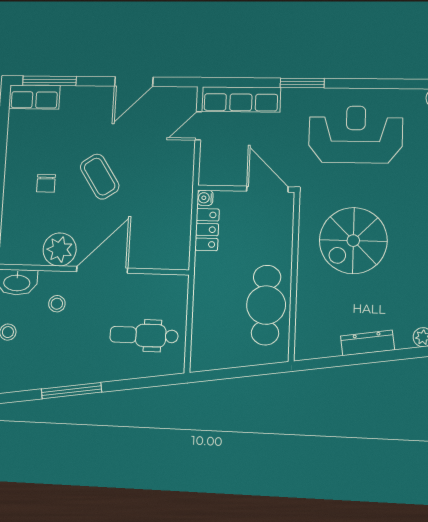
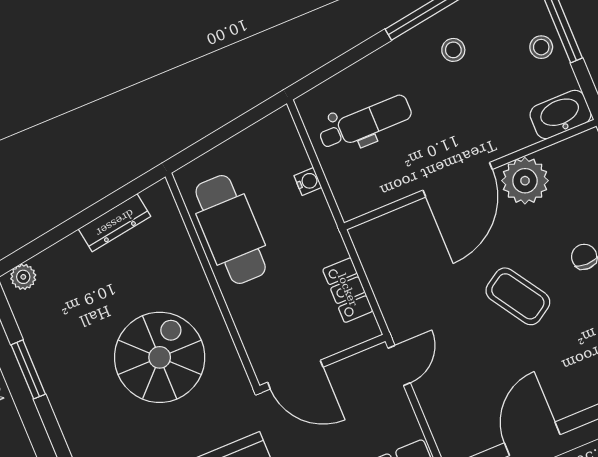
door: (198, 126) -> (399, 366), moved
water cooler: (205, 198) -> (308, 181), moved
stool: (57, 304) -> (453, 50), moved
dresser: (368, 343) -> (115, 223), moved

